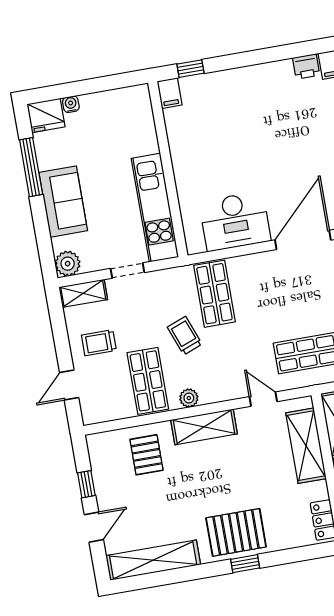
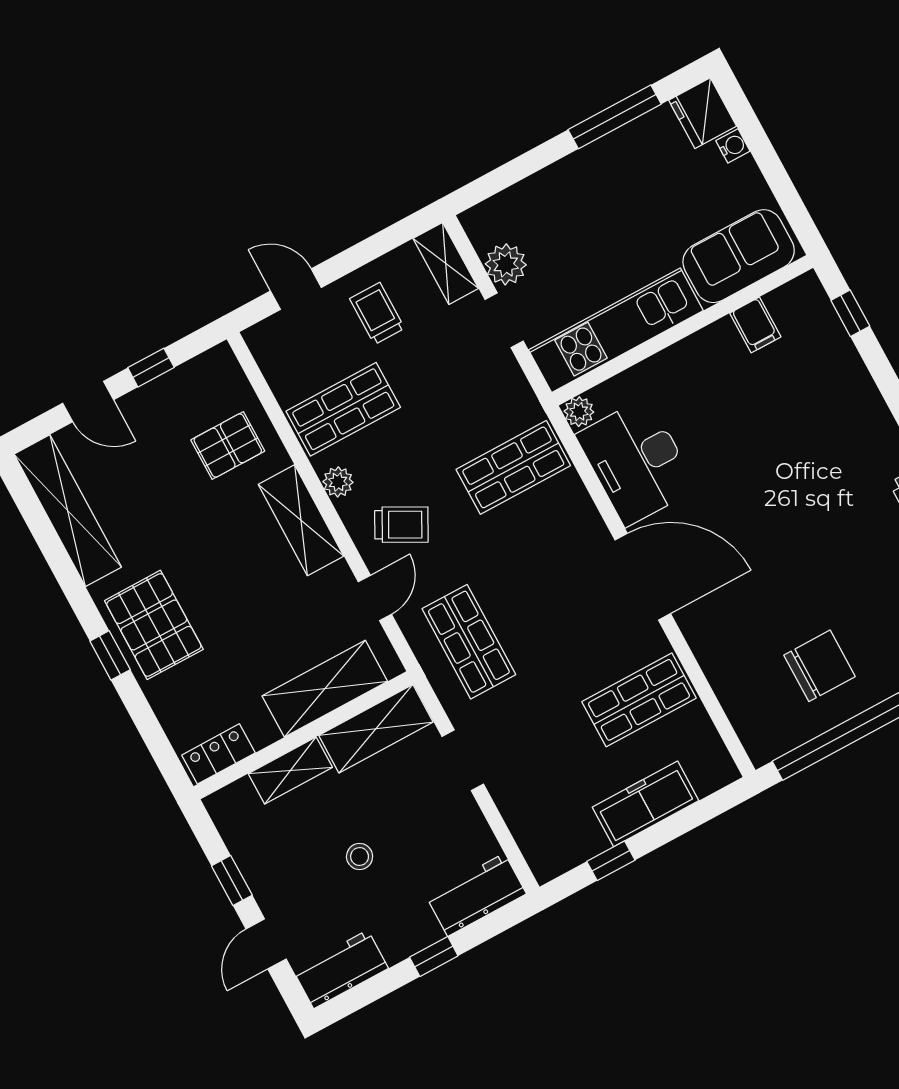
filing cabinet: (170, 93) -> (755, 325), moved, turned -90
sofa: (63, 202) -> (739, 256), moved, turned 180
plant: (195, 245) -> (579, 412), added
plant: (68, 264) -> (506, 264), moved
trolley: (185, 336) -> (401, 525), moved, turned 49

